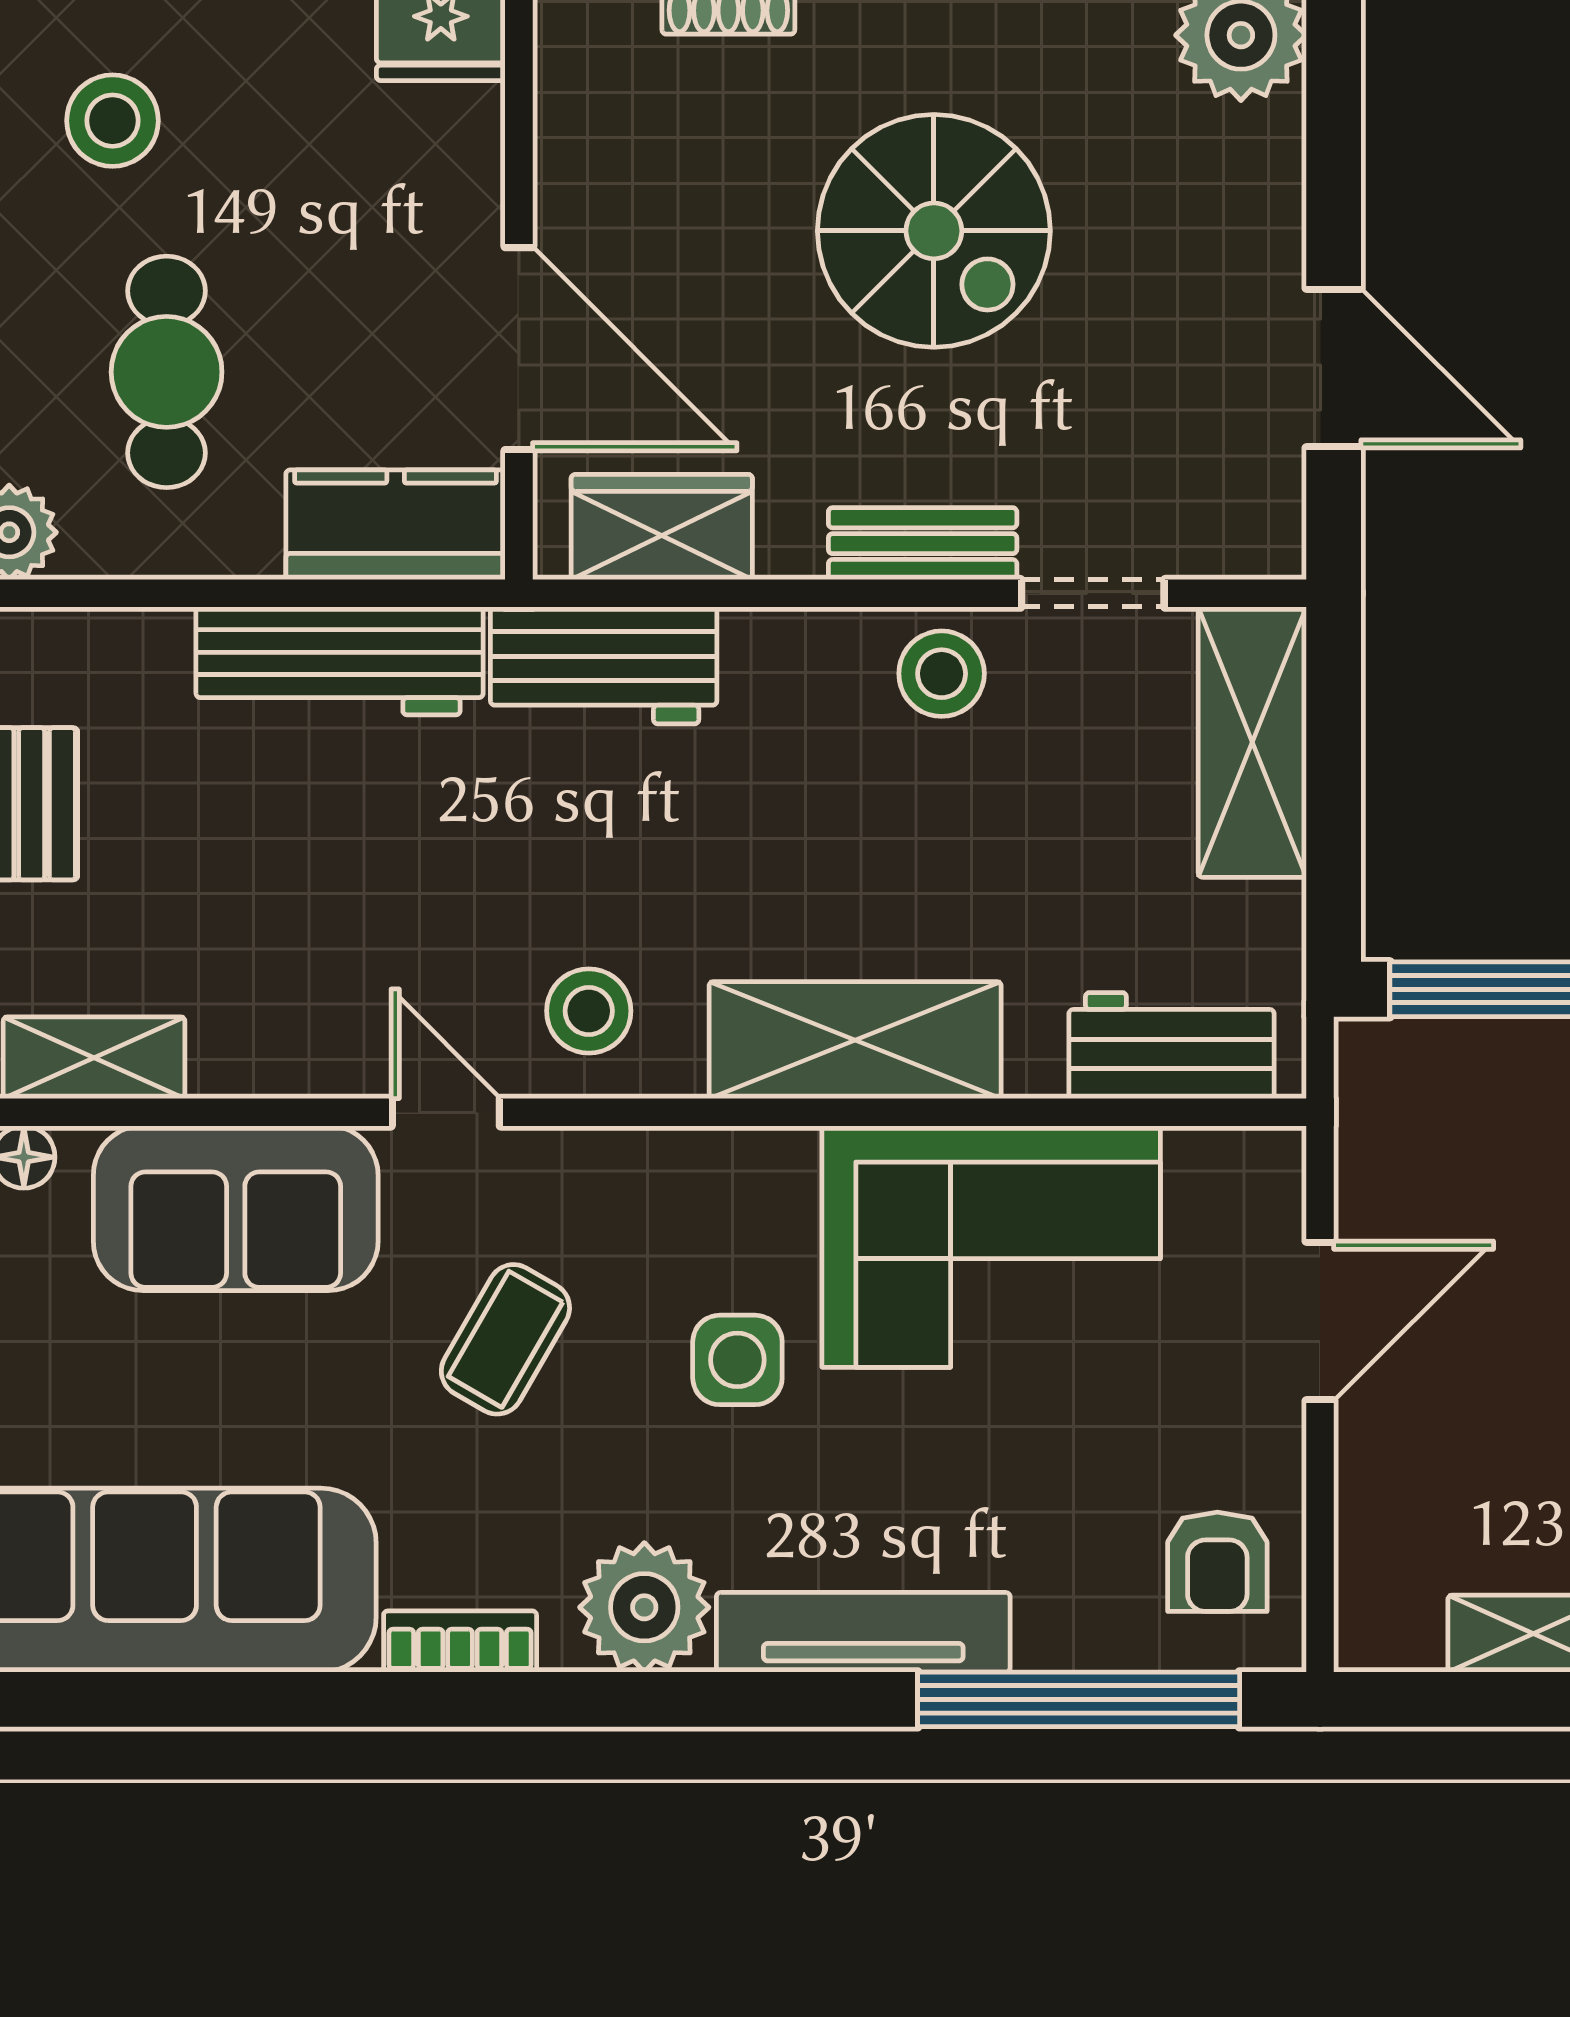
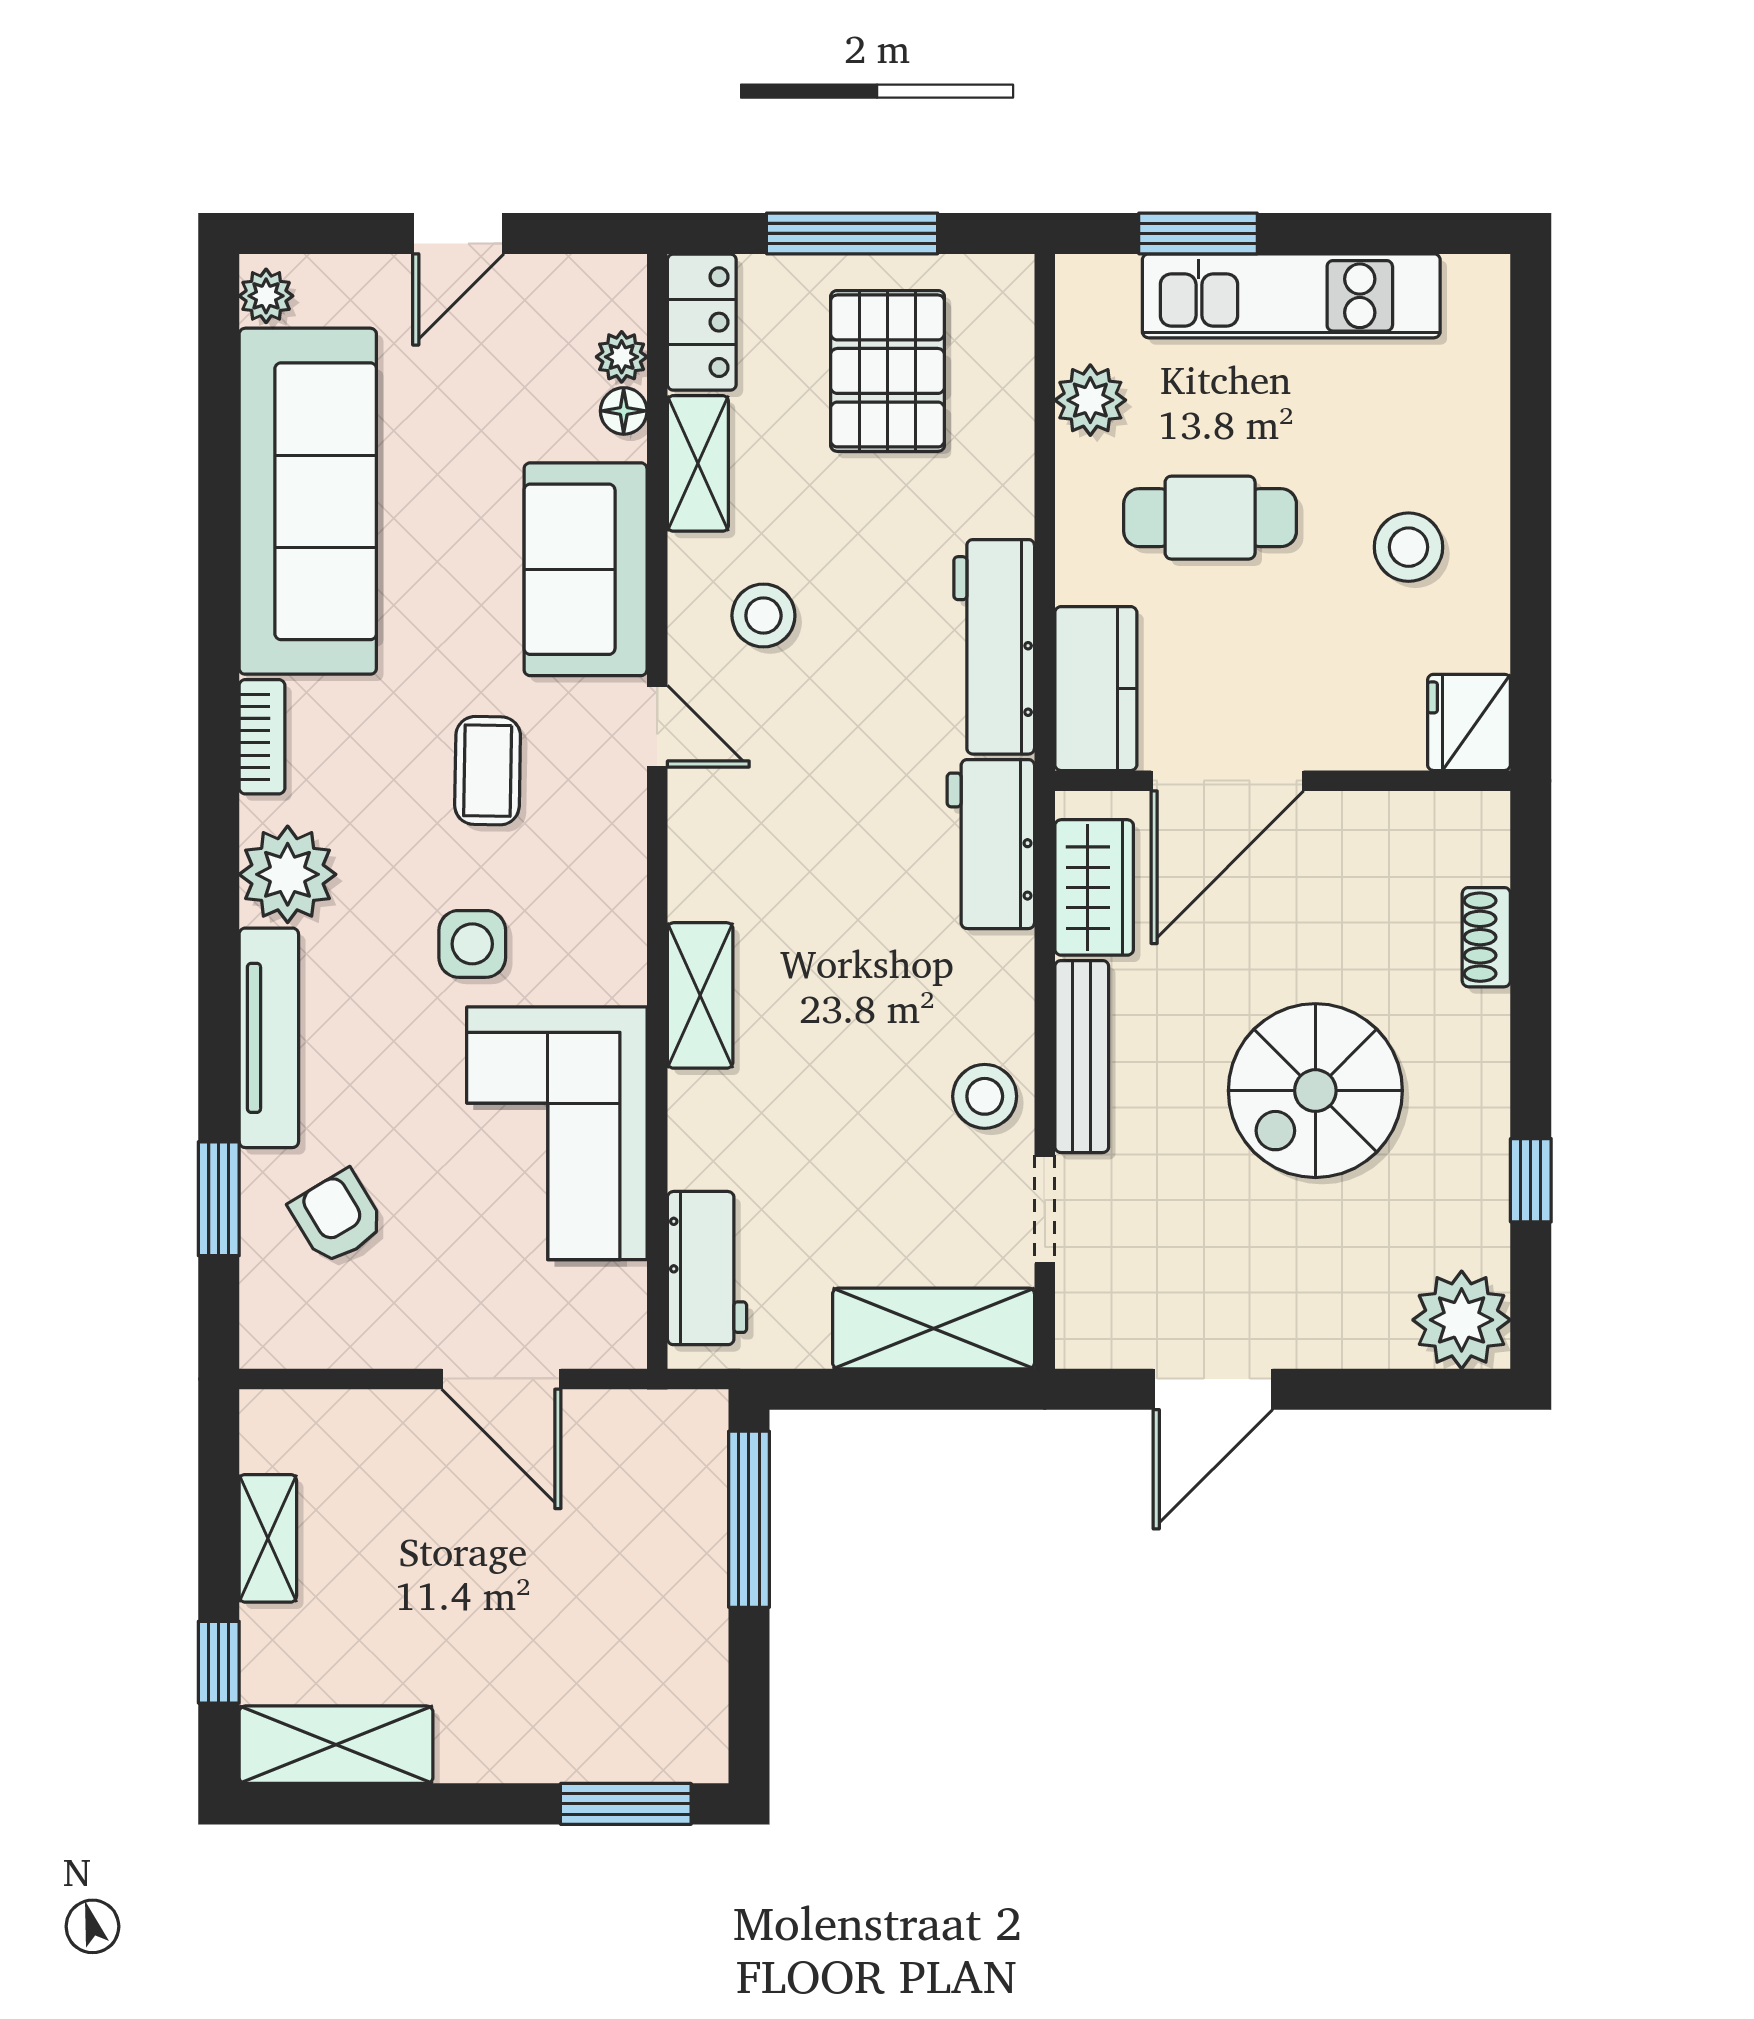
stool: (112, 121) -> (1409, 547), moved
bench: (923, 544) -> (1082, 1057), width x1.36
stool: (589, 1011) -> (763, 616), moved
shelving: (855, 1040) -> (700, 995), width x0.67, depth x0.75
door: (446, 1112) -> (657, 726), hinge flipped
coffee table: (505, 1339) -> (488, 771), turned 61
armchair: (1217, 1562) -> (337, 1217), moved, turned 59
window: (1079, 1699) -> (219, 1199), width x0.47

